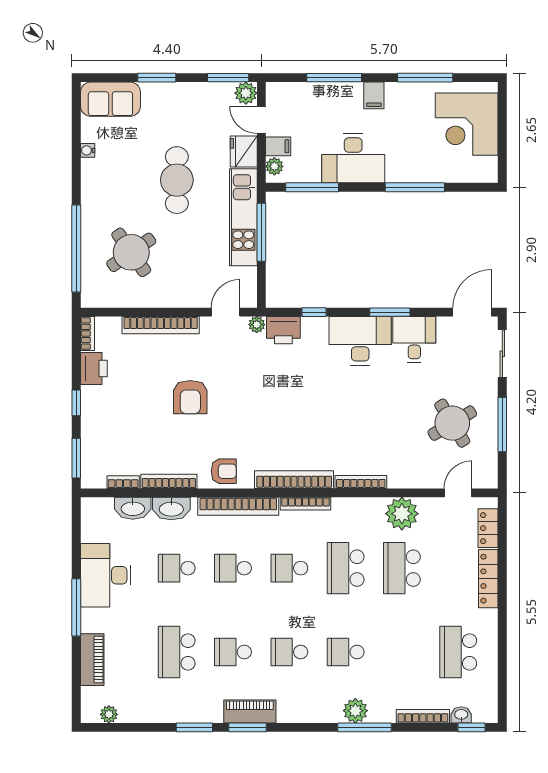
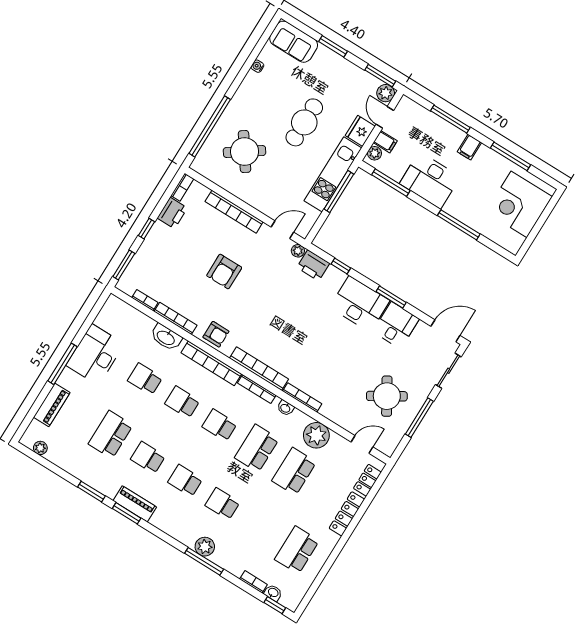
washbasin: (133, 508) -> (285, 408), moved, width x0.52, depth x0.69
bookcase: (423, 716) -> (253, 582), width x0.64

